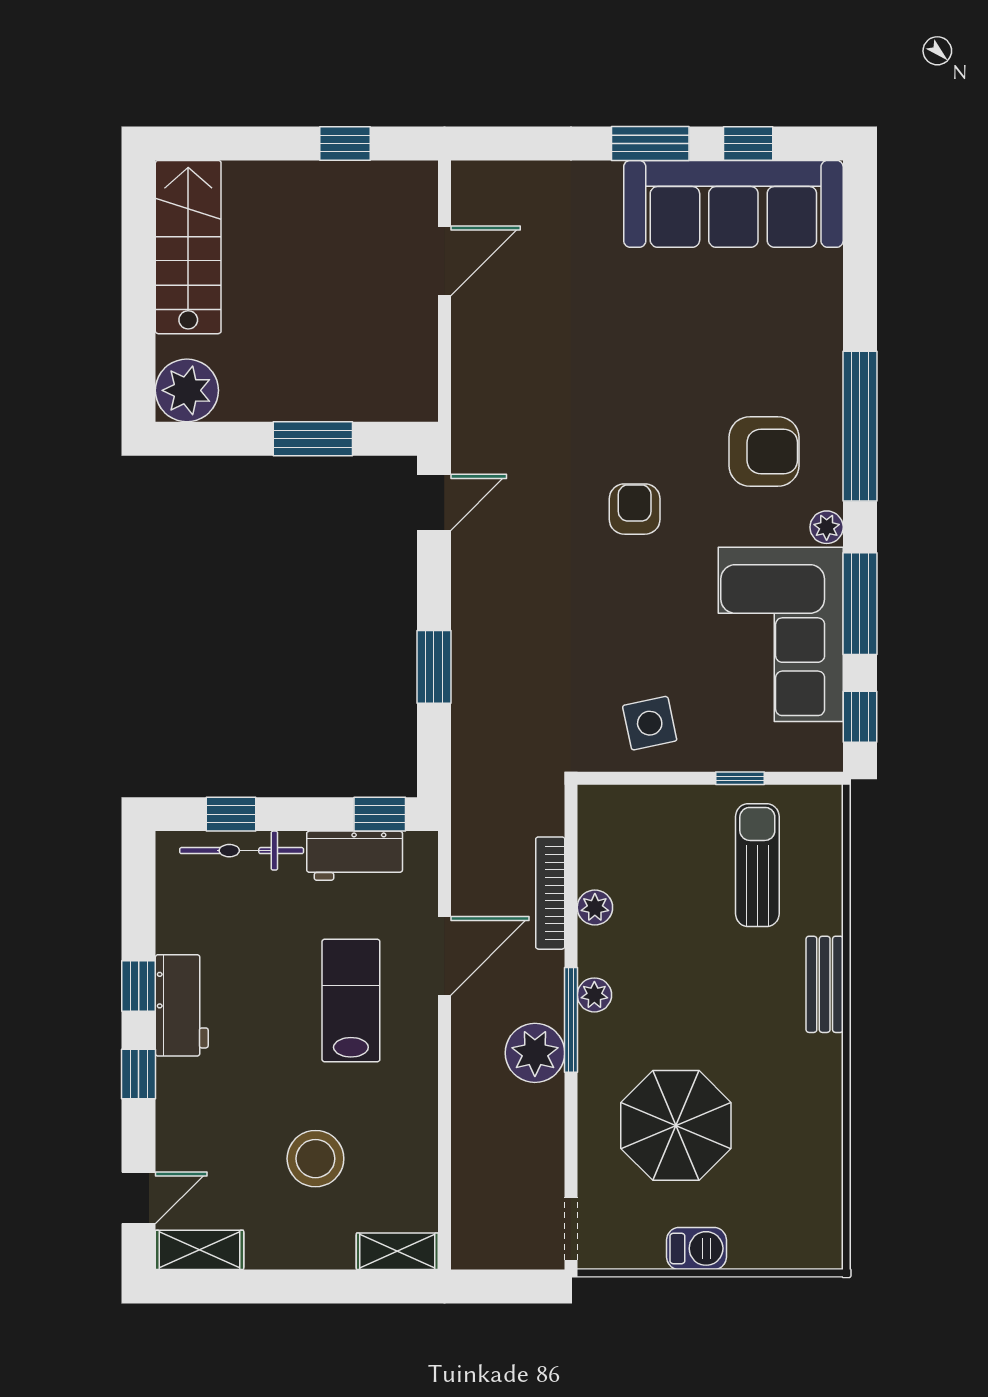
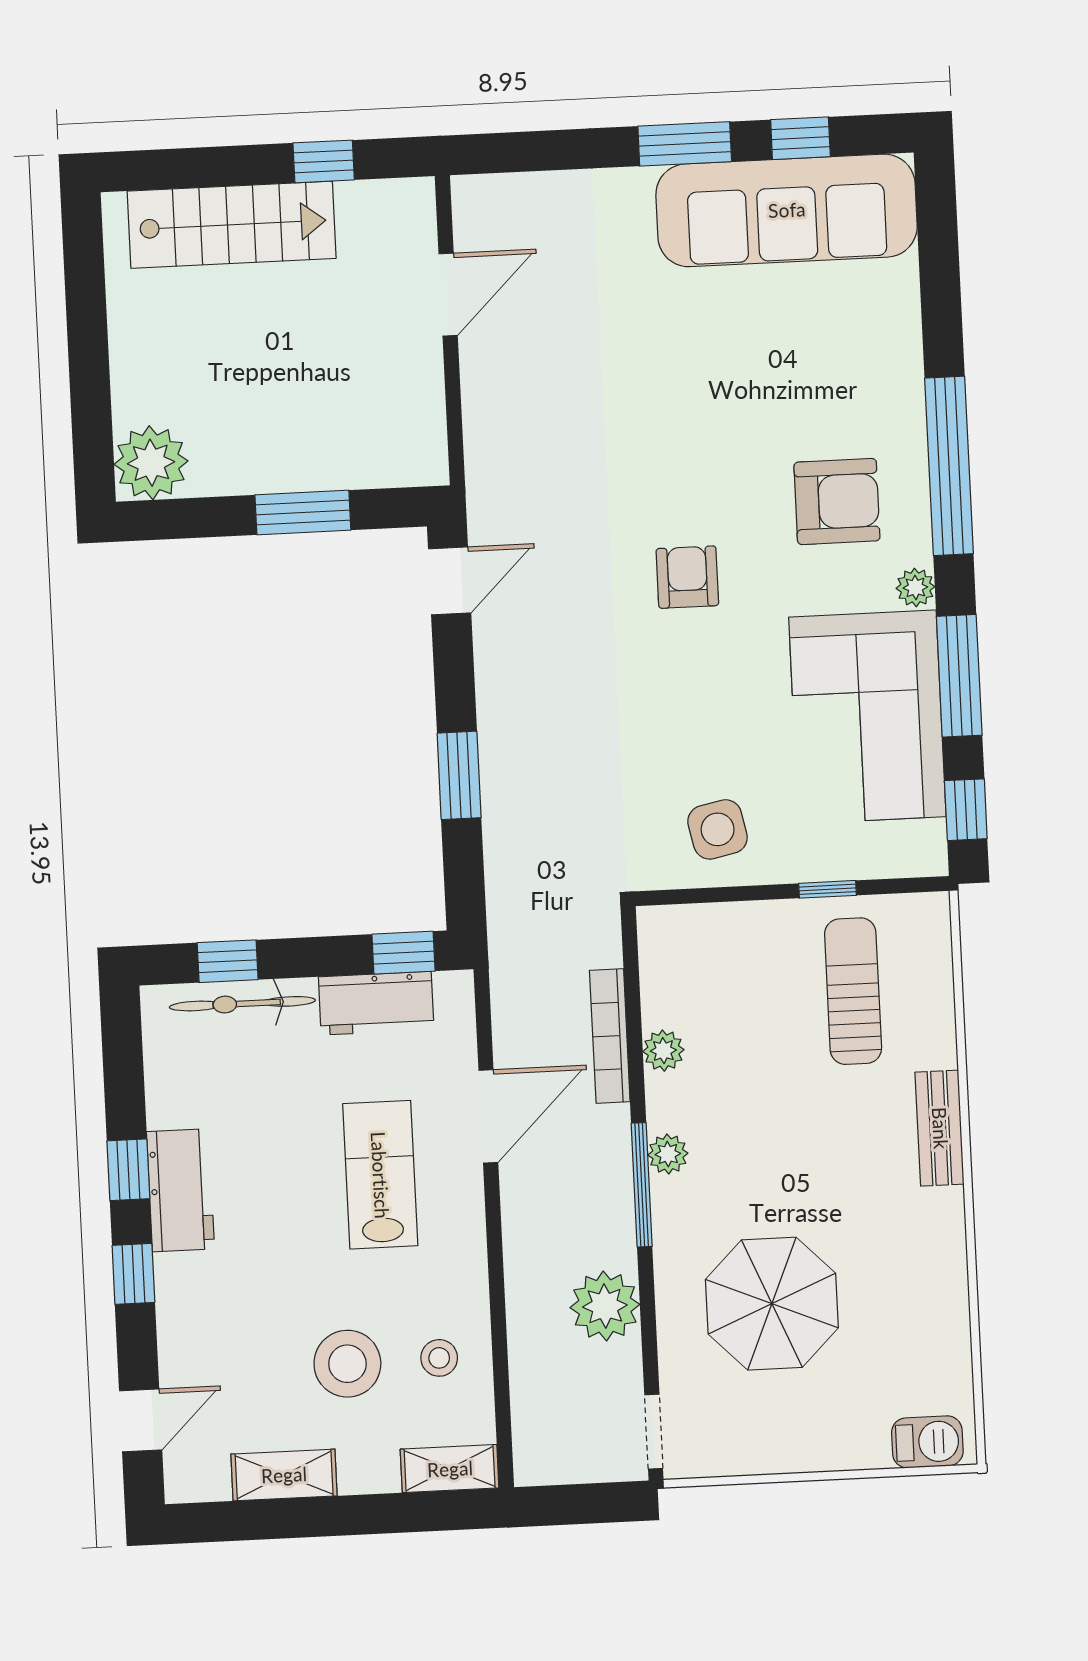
stairs: (188, 247) -> (232, 225), moved, turned 90
plant: (535, 1053) -> (605, 1306), moved
stool: (393, 1158) -> (439, 1358), added
barbecue: (696, 1248) -> (927, 1442), moved
shelving: (199, 1250) -> (284, 1475), moved

